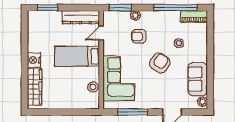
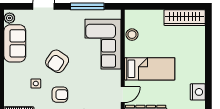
armchair: (139, 36) -> (60, 95), moved
nightstand: (34, 60) -> (198, 92), moved
wardrobe: (35, 87) -> (185, 18), moved, turned -90

